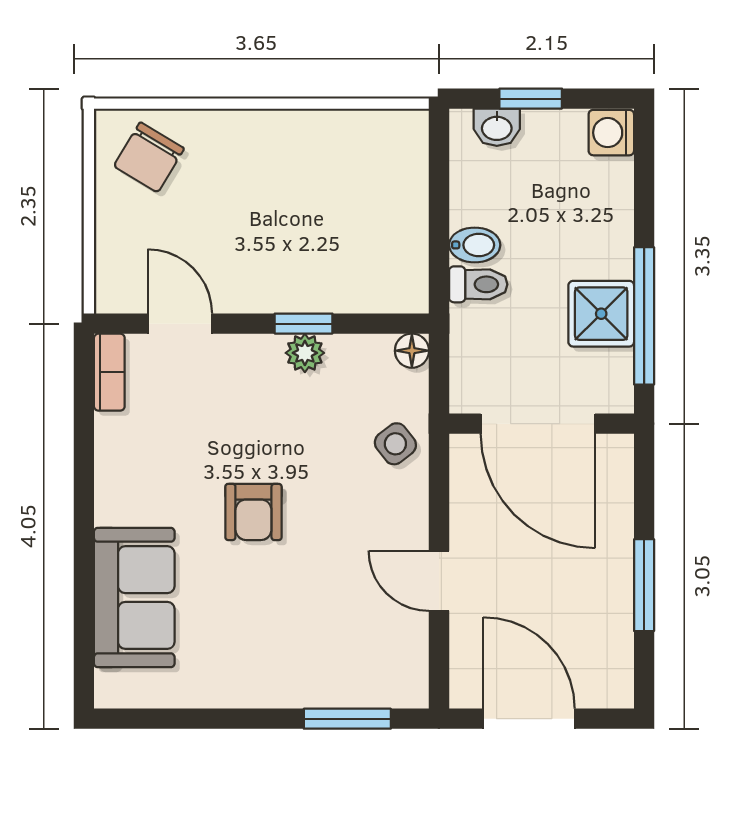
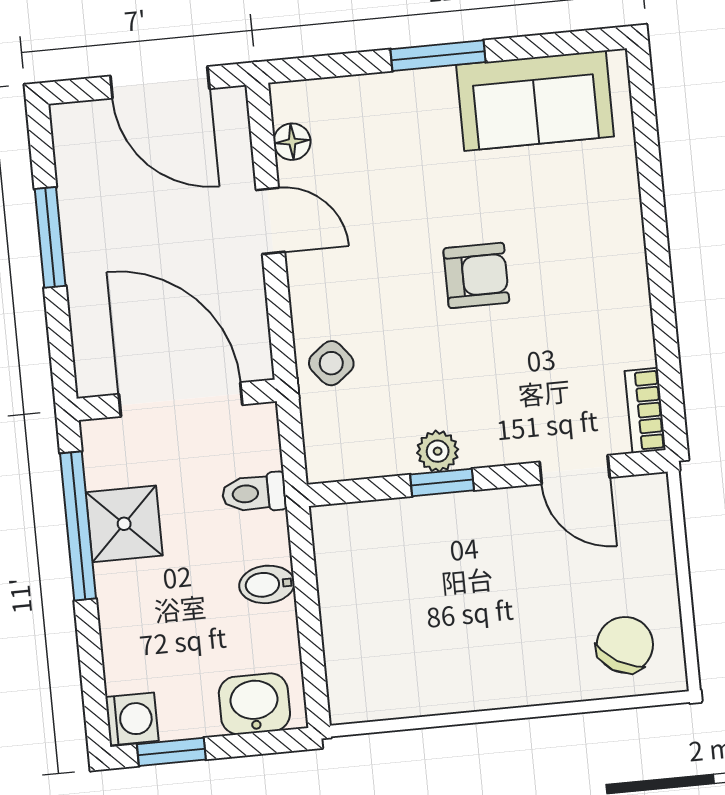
window: (531, 99) -> (171, 752), moved
washbasin: (497, 127) -> (254, 704), width x1.38, depth x1.45
toilet: (478, 284) -> (254, 493), moved
floor lamp: (412, 351) -> (292, 142), moved
armchair: (253, 512) -> (476, 275), turned 90
sofa: (134, 598) -> (535, 101), moved, turned -90
window: (347, 719) -> (438, 56), moved

